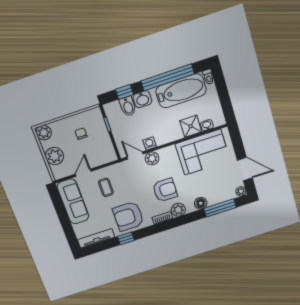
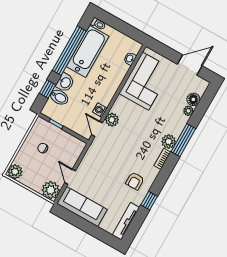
shower: (191, 126) -> (119, 70), removed
plant: (54, 156) -> (51, 190), moved
door: (135, 156) -> (97, 129), hinge flipped
coffee table: (106, 187) -> (97, 173), removed
armchair: (165, 190) -> (144, 135), removed
plant: (241, 191) -> (188, 111), moved
floor lamp: (201, 203) -> (193, 99), moved
window: (220, 208) -> (183, 140), moved
armchair: (128, 216) -> (135, 181), width x0.53, depth x0.53

